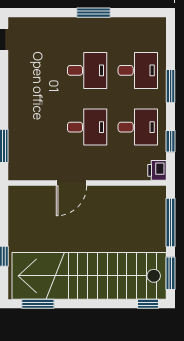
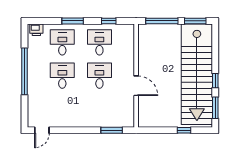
window: (94, 13) -> (24, 71), width x2.11
printer: (157, 170) -> (36, 30), moved
window: (148, 304) -> (215, 81), moved

